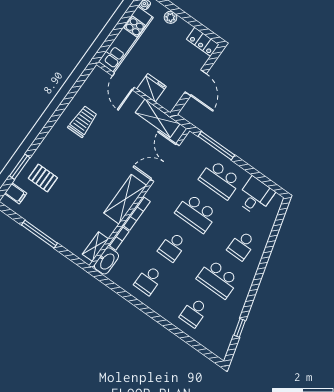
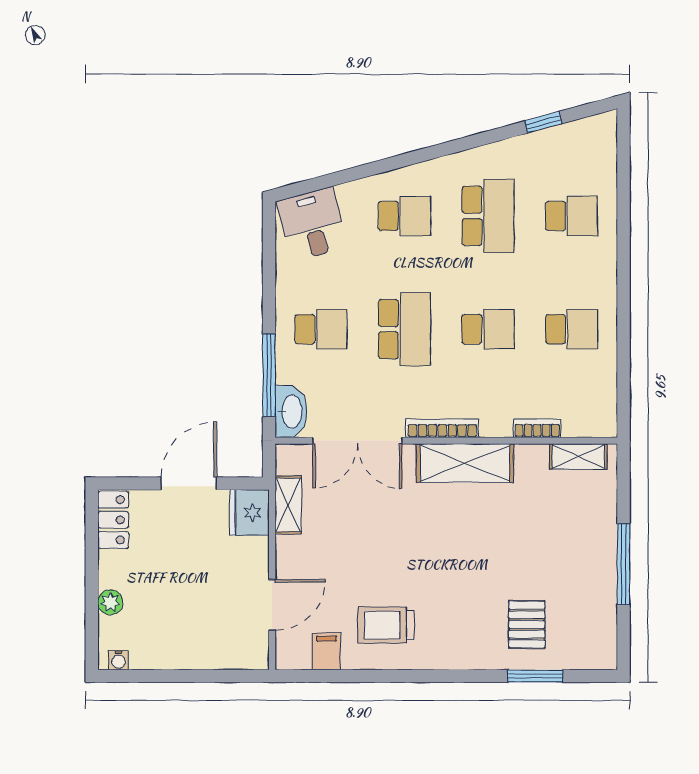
kitchen unit: (126, 39) -> (200, 650), removed
fridge: (152, 88) -> (249, 512), moved
shelving: (158, 118) -> (288, 505), width x0.67, depth x0.75
school desk: (220, 180) -> (321, 329), width x0.54
filing cabinet: (16, 193) -> (326, 651), moved
desk: (255, 196) -> (312, 224), moved, turned 75
bookcase: (136, 213) -> (442, 428), moved
washbasin: (106, 261) -> (291, 412), moved, turned 90

